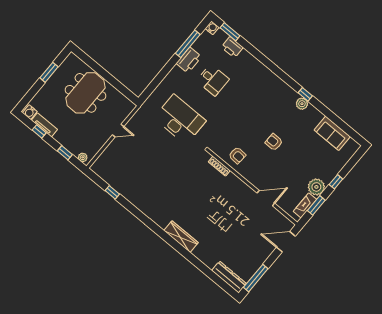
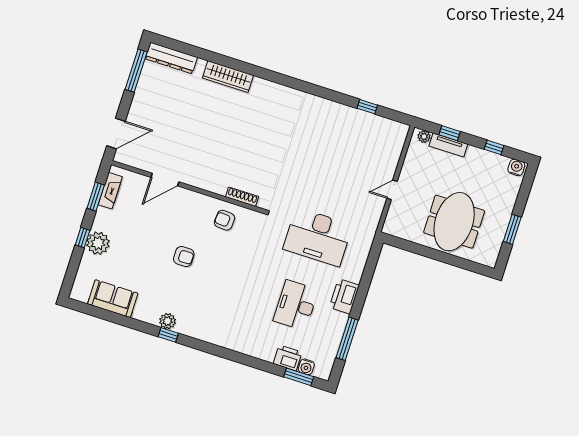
water cooler: (212, 28) -> (306, 367), moved
printer: (189, 60) -> (344, 296), moved
desk: (213, 80) -> (296, 305), width x1.37
tv unit: (44, 125) -> (448, 145), moved
plant: (316, 187) -> (98, 243), moved
wardrobe: (181, 237) -> (228, 77), moved

